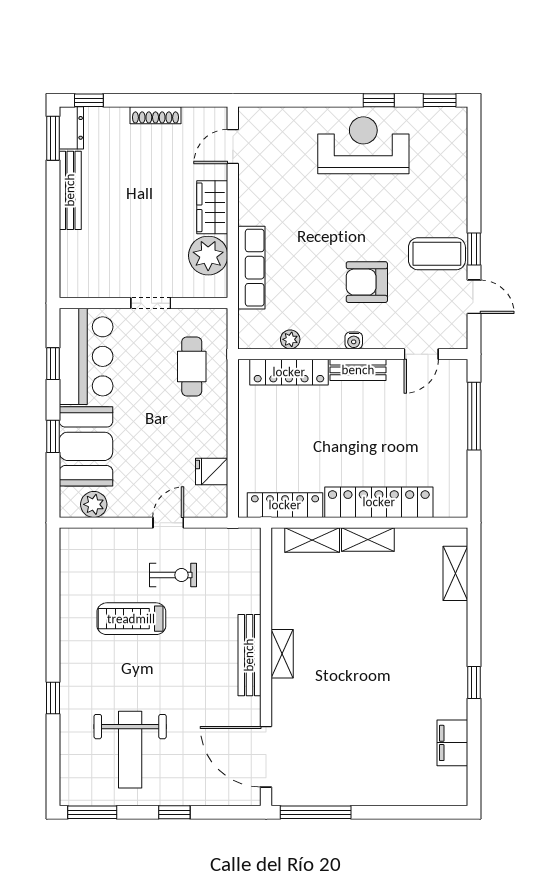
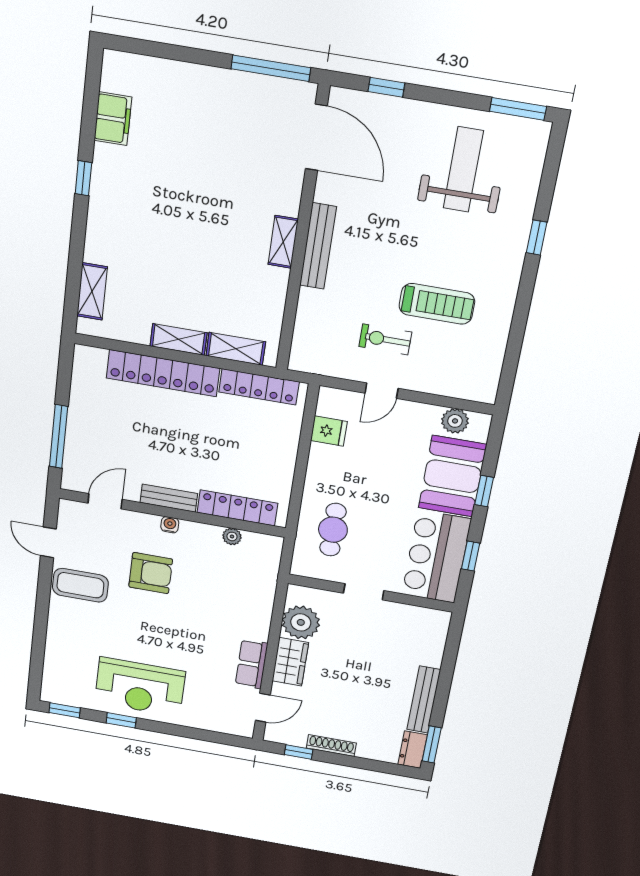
window: (89, 100) -> (299, 752), moved
window: (474, 249) -> (44, 583), removed
row of seats: (251, 268) -> (252, 664), moved, width x0.68
window: (174, 812) -> (386, 87), moved

